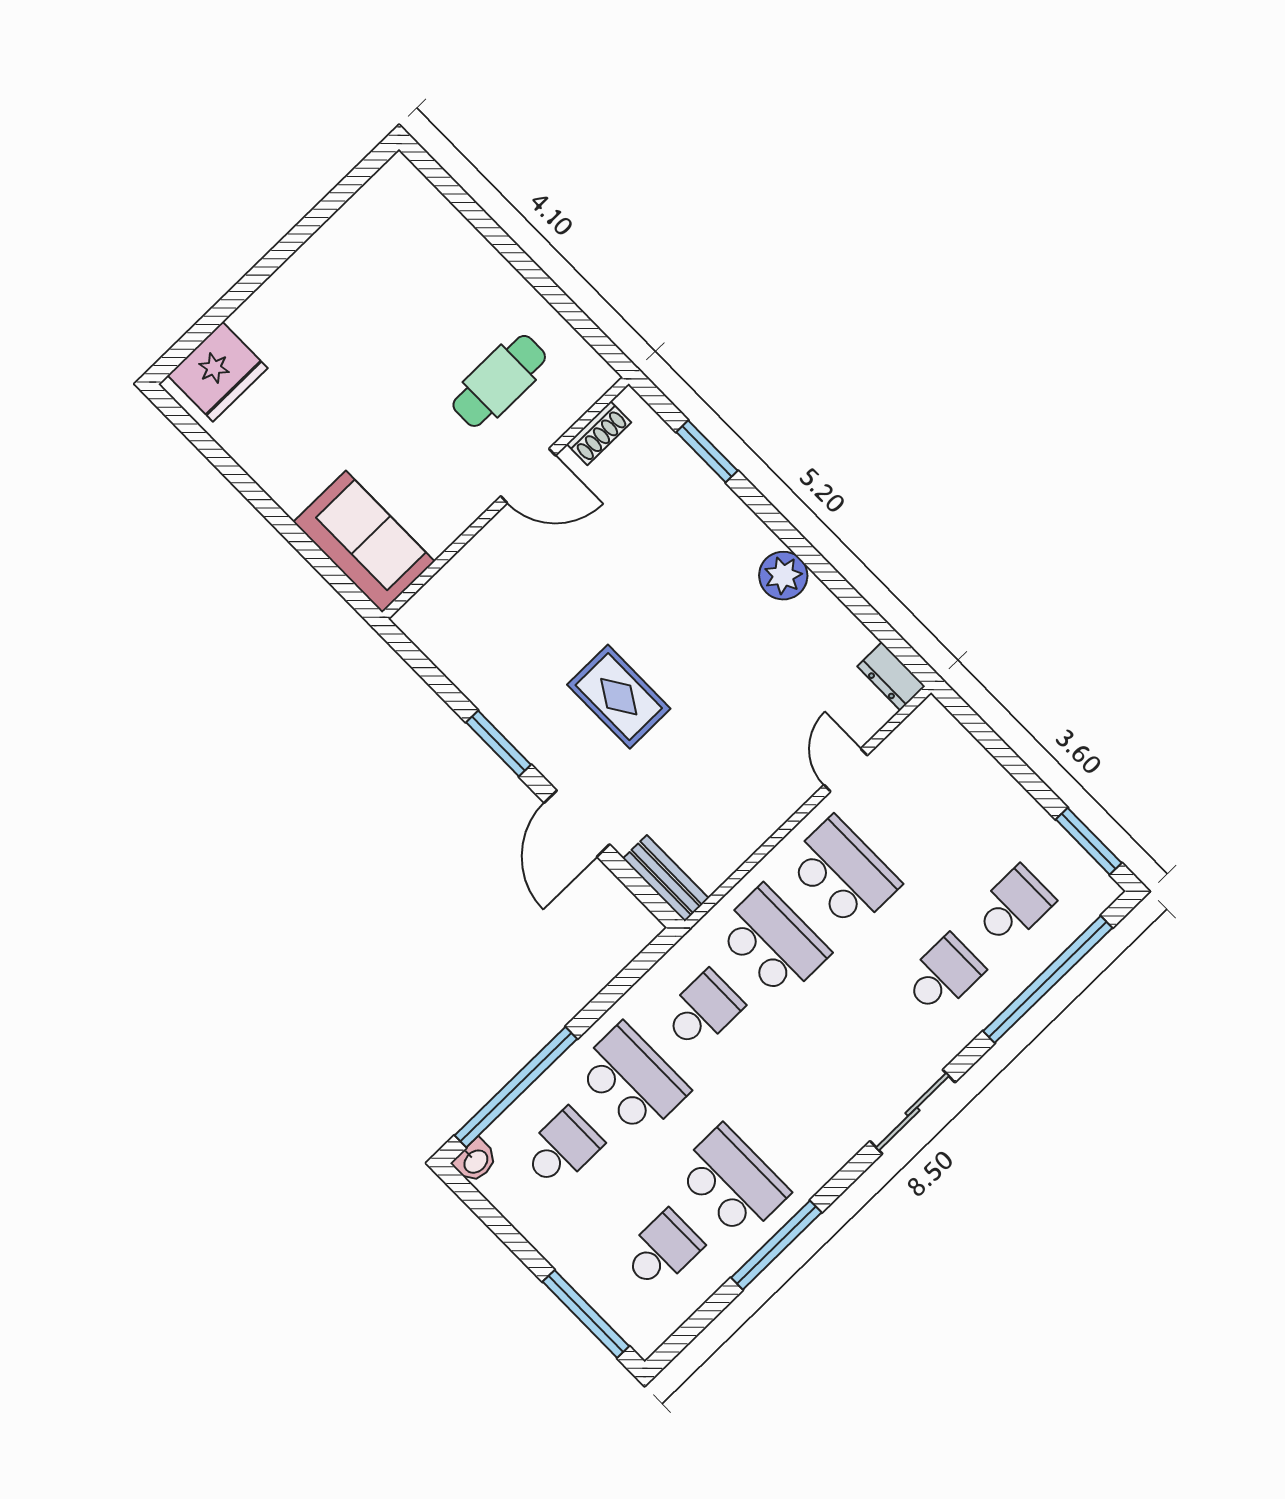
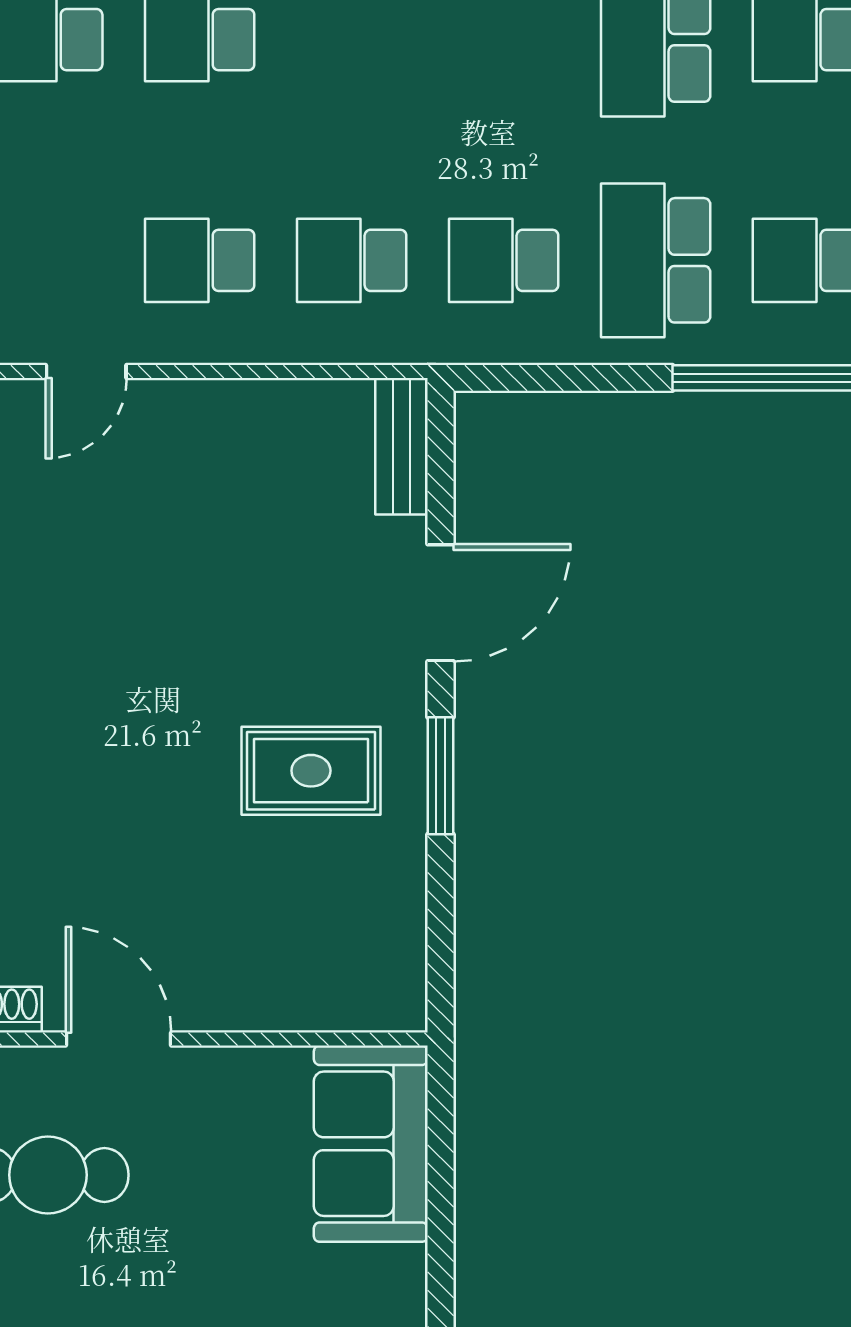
rug: (619, 697) -> (311, 771), moved, turned 90
school desk: (843, 873) -> (200, 260), width x0.54
school desk: (773, 942) -> (352, 260), width x0.54

